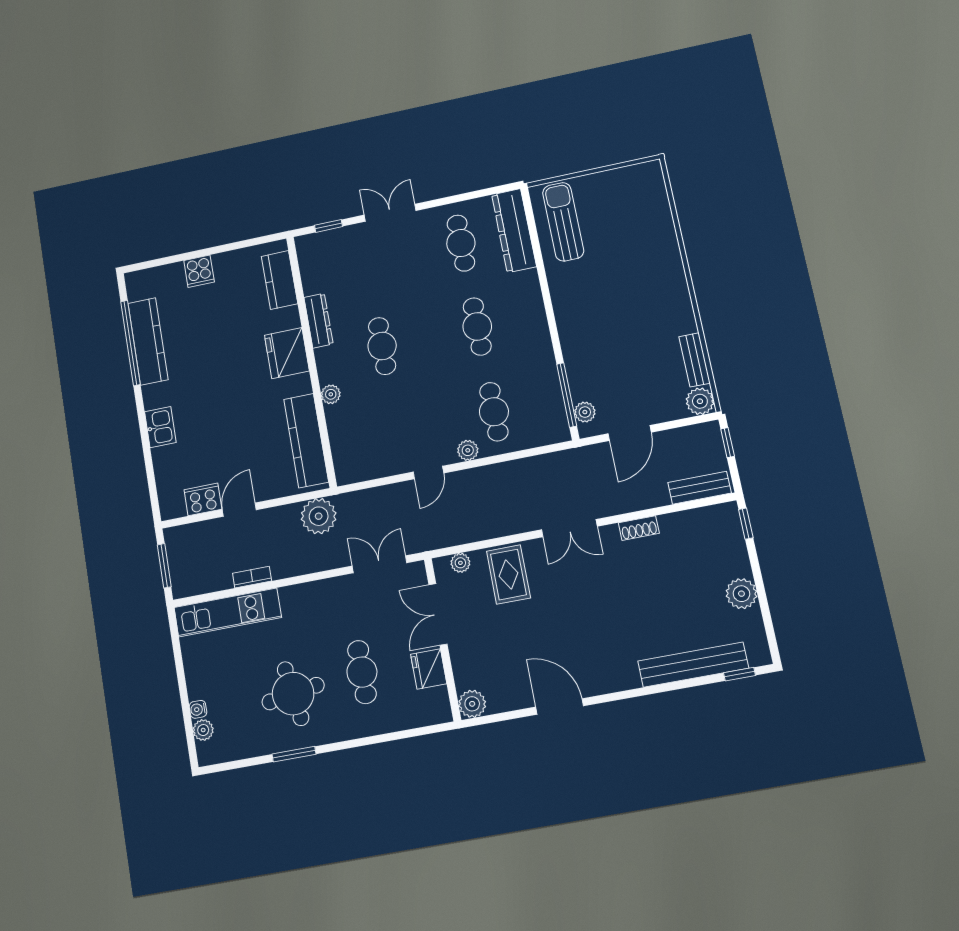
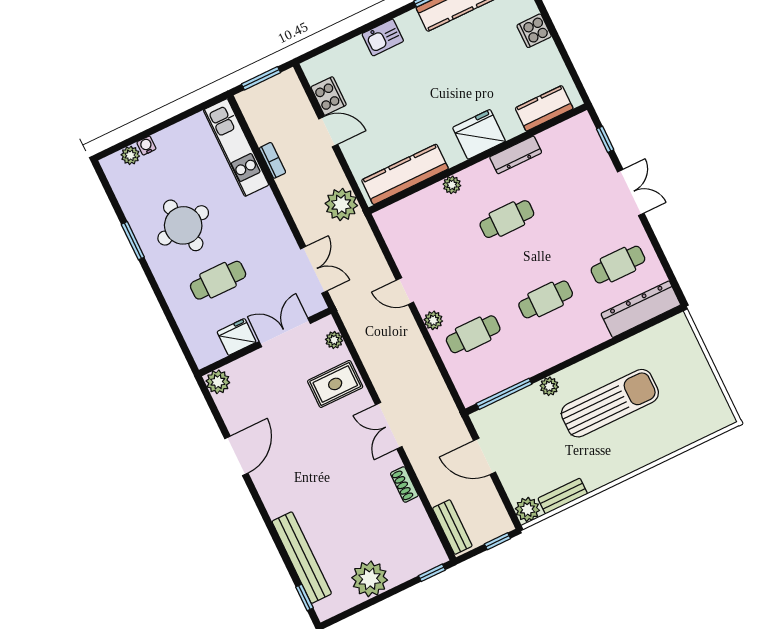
sun lounger: (563, 222) -> (610, 403), moved, width x1.36, depth x1.34
plant: (585, 412) -> (549, 386), moved
plant: (741, 594) -> (370, 579), width x1.36, depth x1.36

